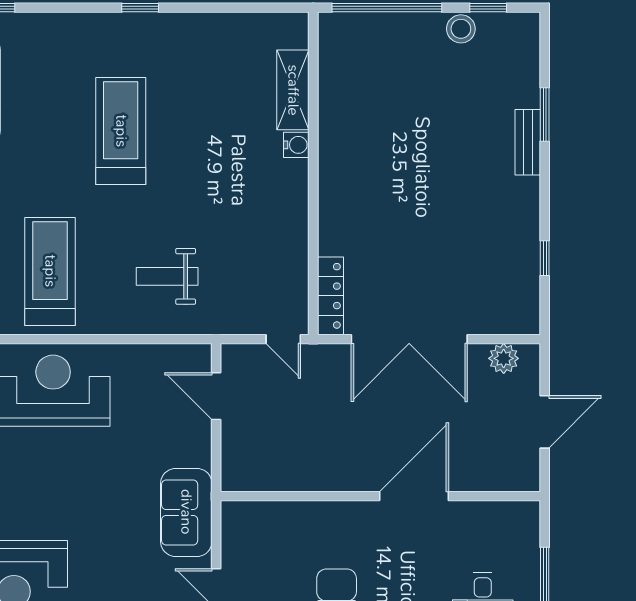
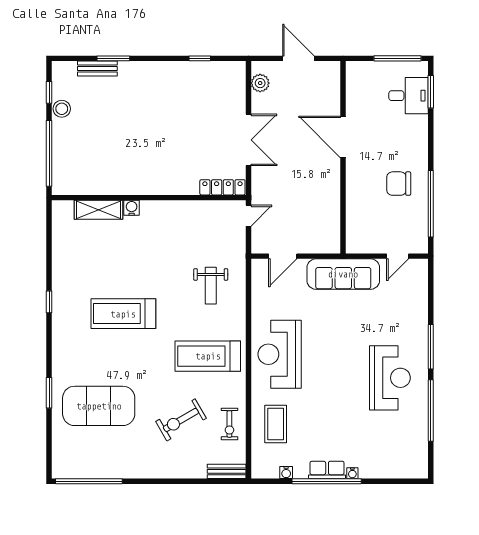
bench: (528, 142) -> (97, 69), moved
double door: (409, 339) -> (248, 140), width x0.73
sofa: (186, 512) -> (343, 274), width x1.36

